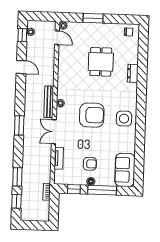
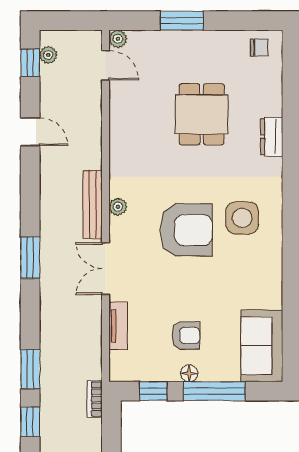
side table: (124, 119) -> (242, 218), moved

